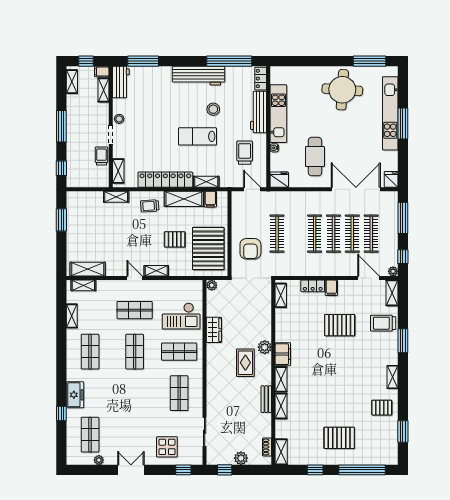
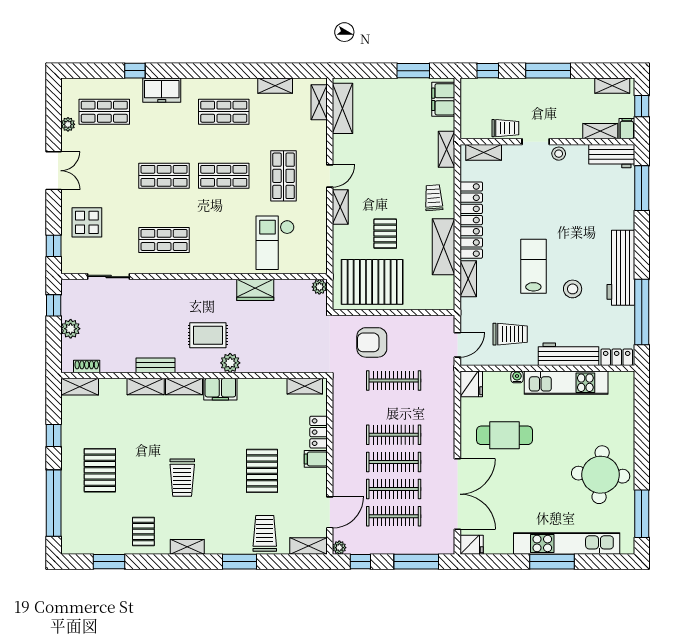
filing cabinet: (210, 199) -> (443, 99), moved, width x2.00
shop shelf: (179, 352) -> (164, 176), moved, turned 90
trolley: (344, 381) -> (182, 478), added

